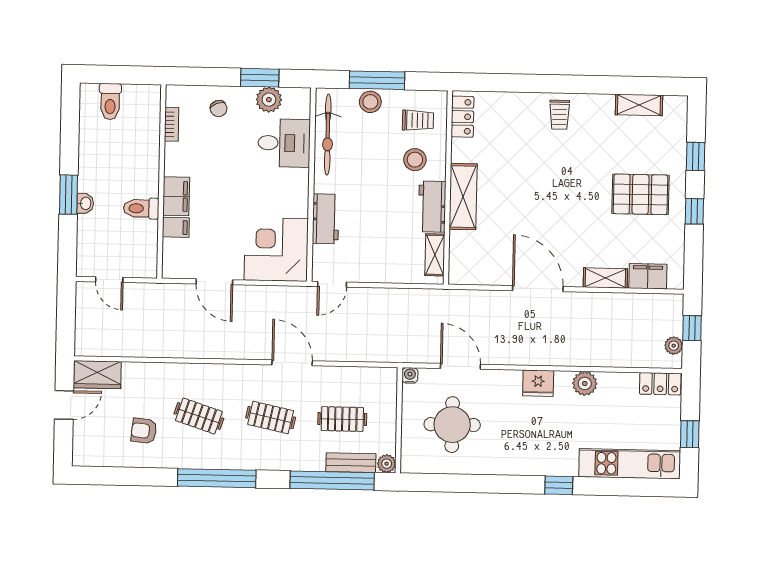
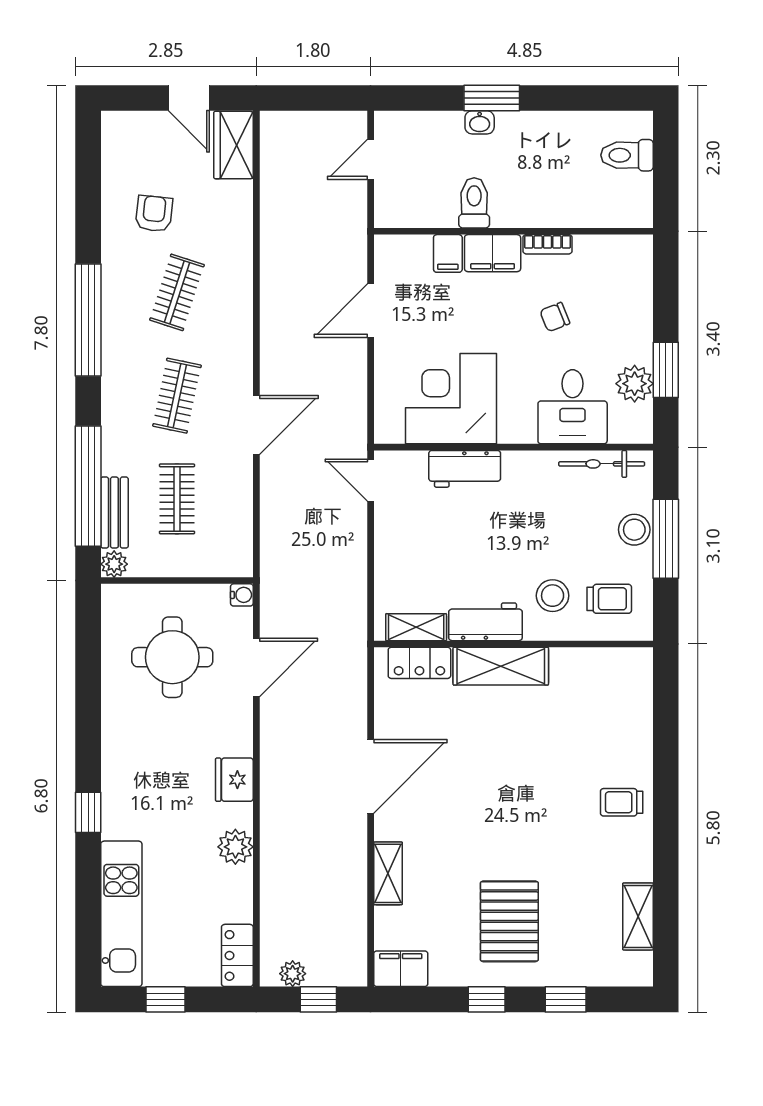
chair: (219, 109) -> (555, 317), moved
locker: (463, 117) -> (419, 663), moved
trolley: (418, 120) -> (609, 599), turned -90
bookcase: (172, 124) -> (547, 244), moved
bicycle: (328, 135) -> (602, 464), width x0.73, depth x0.71
corner desk: (276, 249) -> (451, 399), moved, turned -90
filing cabinet: (648, 276) -> (401, 969), moved, turned -90

